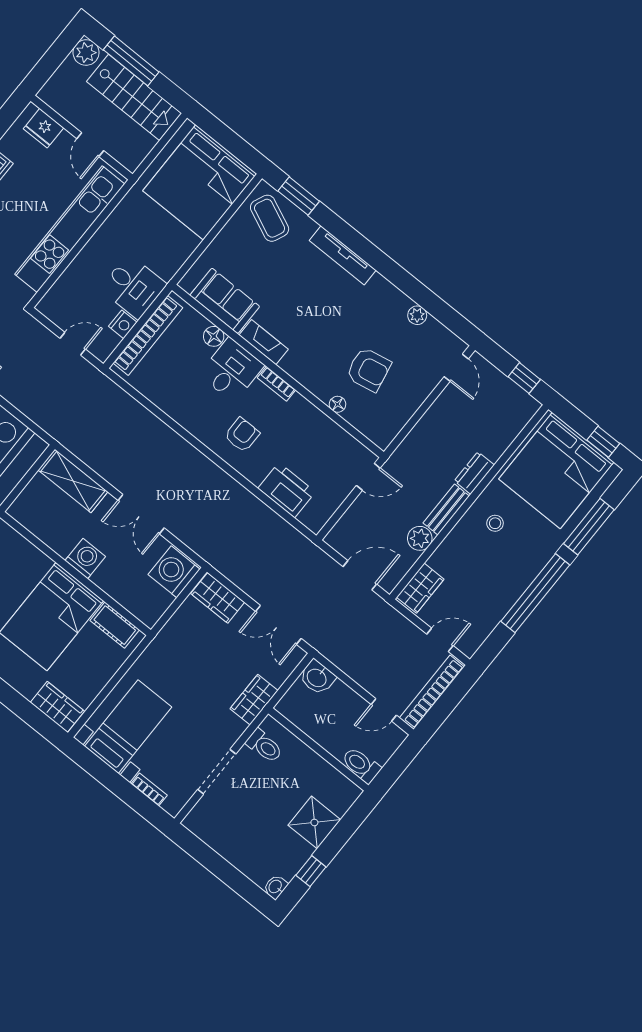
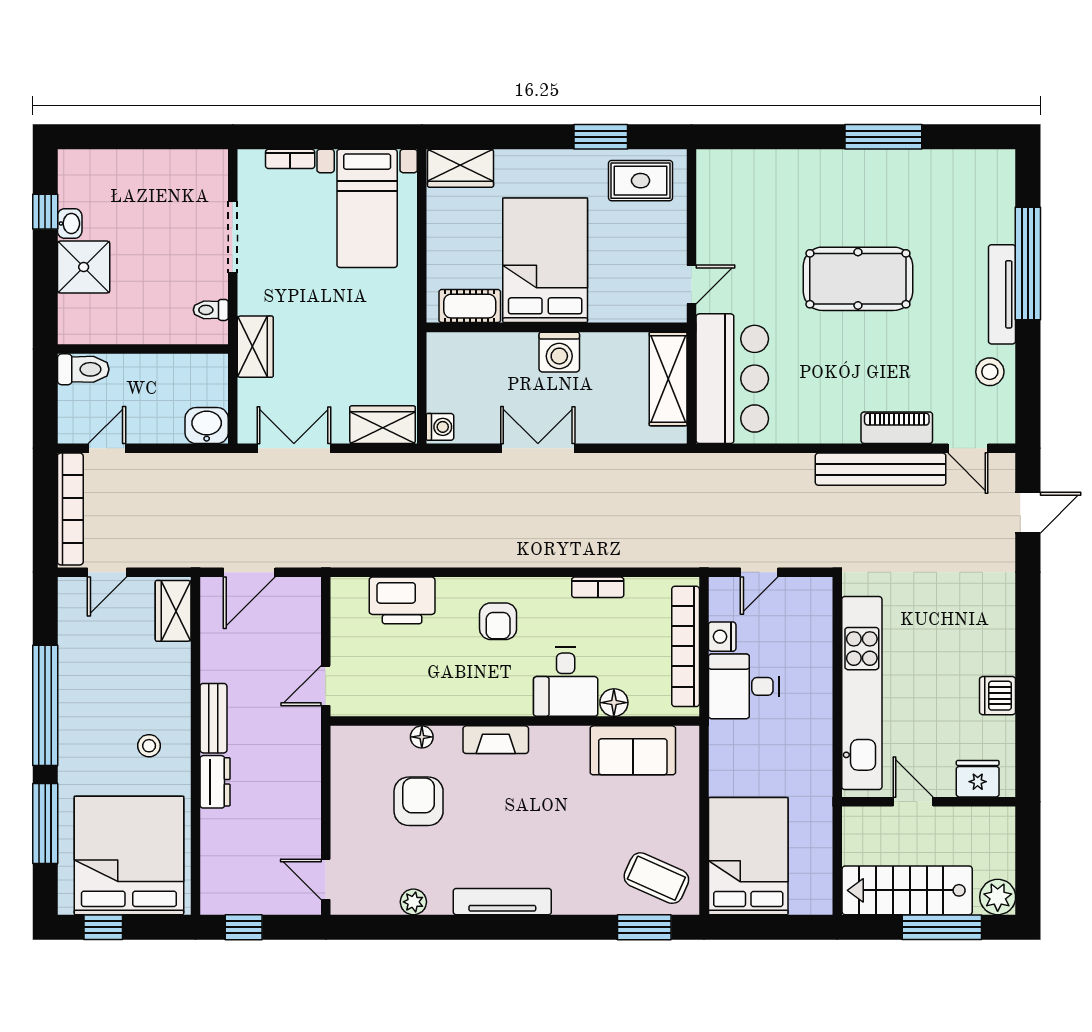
bed: (200, 182) -> (748, 856), width x0.73
tv unit: (343, 255) -> (502, 902), moved
fireplace: (264, 342) -> (496, 740), moved
armchair: (369, 370) -> (419, 801), turned 101
bookcase: (277, 384) -> (598, 587), moved, turned 180
shelving: (73, 481) -> (668, 379), moved, turned 90
plant: (420, 538) -> (217, 664), removed
washing machine: (174, 572) -> (440, 427), width x0.53, depth x0.53
toilet: (264, 746) -> (211, 310), width x0.73, depth x0.72
washbasin: (276, 887) -> (70, 223), moved

